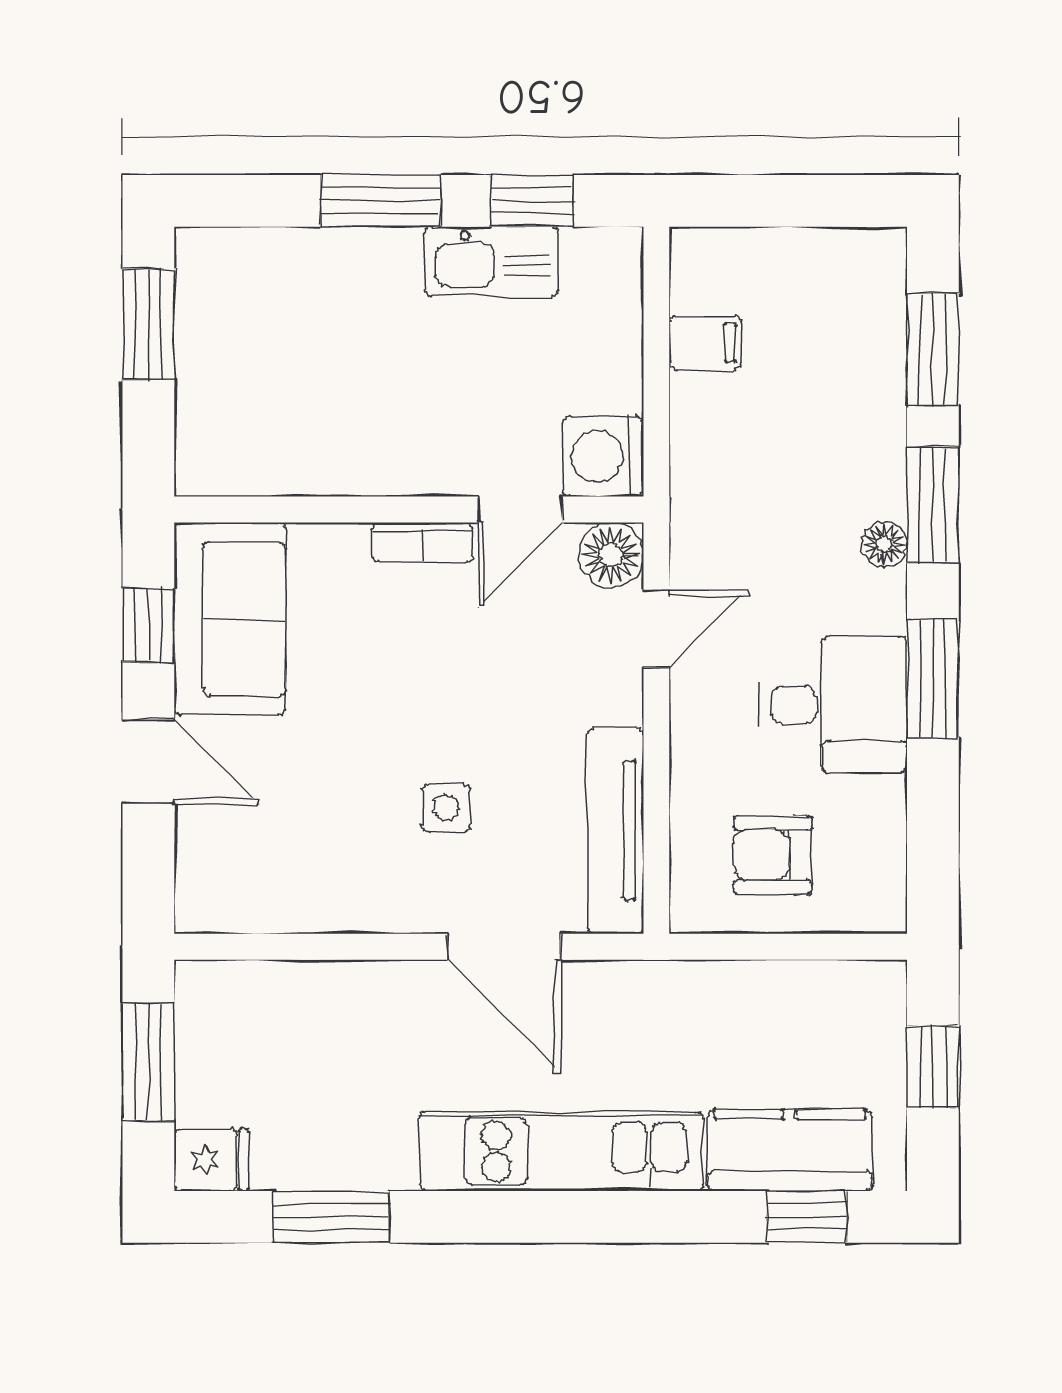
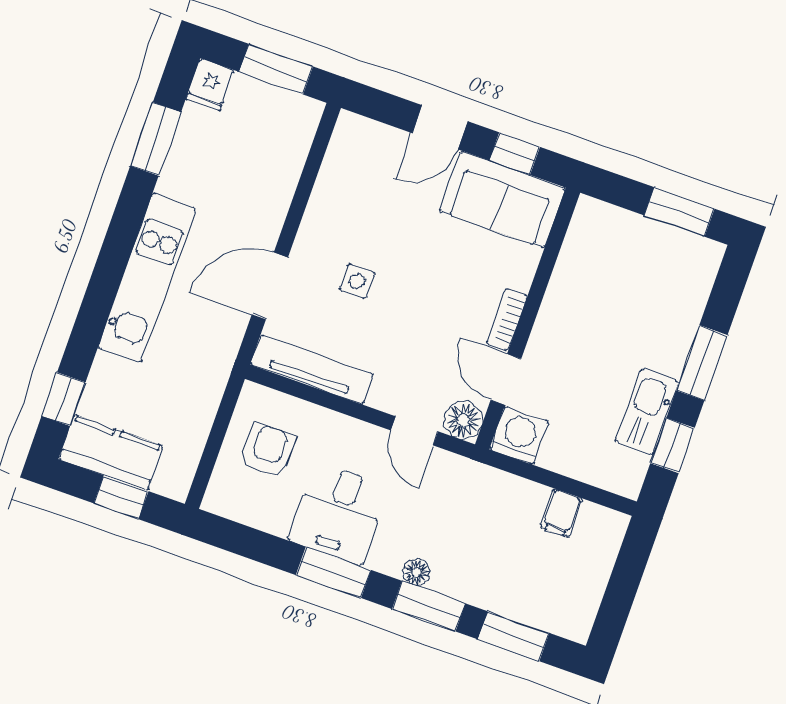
kitchen counter: (790, 1150) -> (111, 453), moved, turned -90

